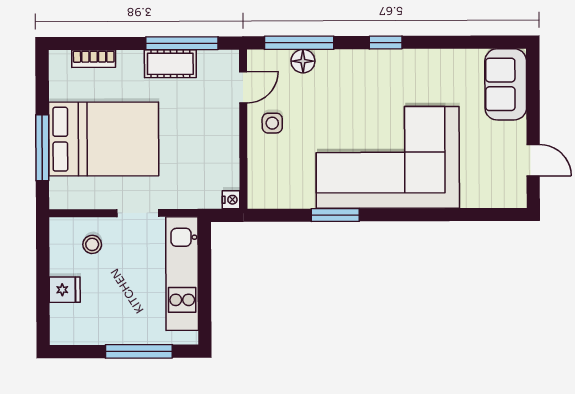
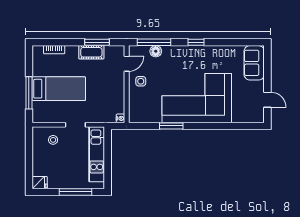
window: (182, 43) -> (97, 42), width x0.69
bed: (104, 139) -> (59, 89), width x0.67
fridge: (65, 290) -> (40, 183), moved

